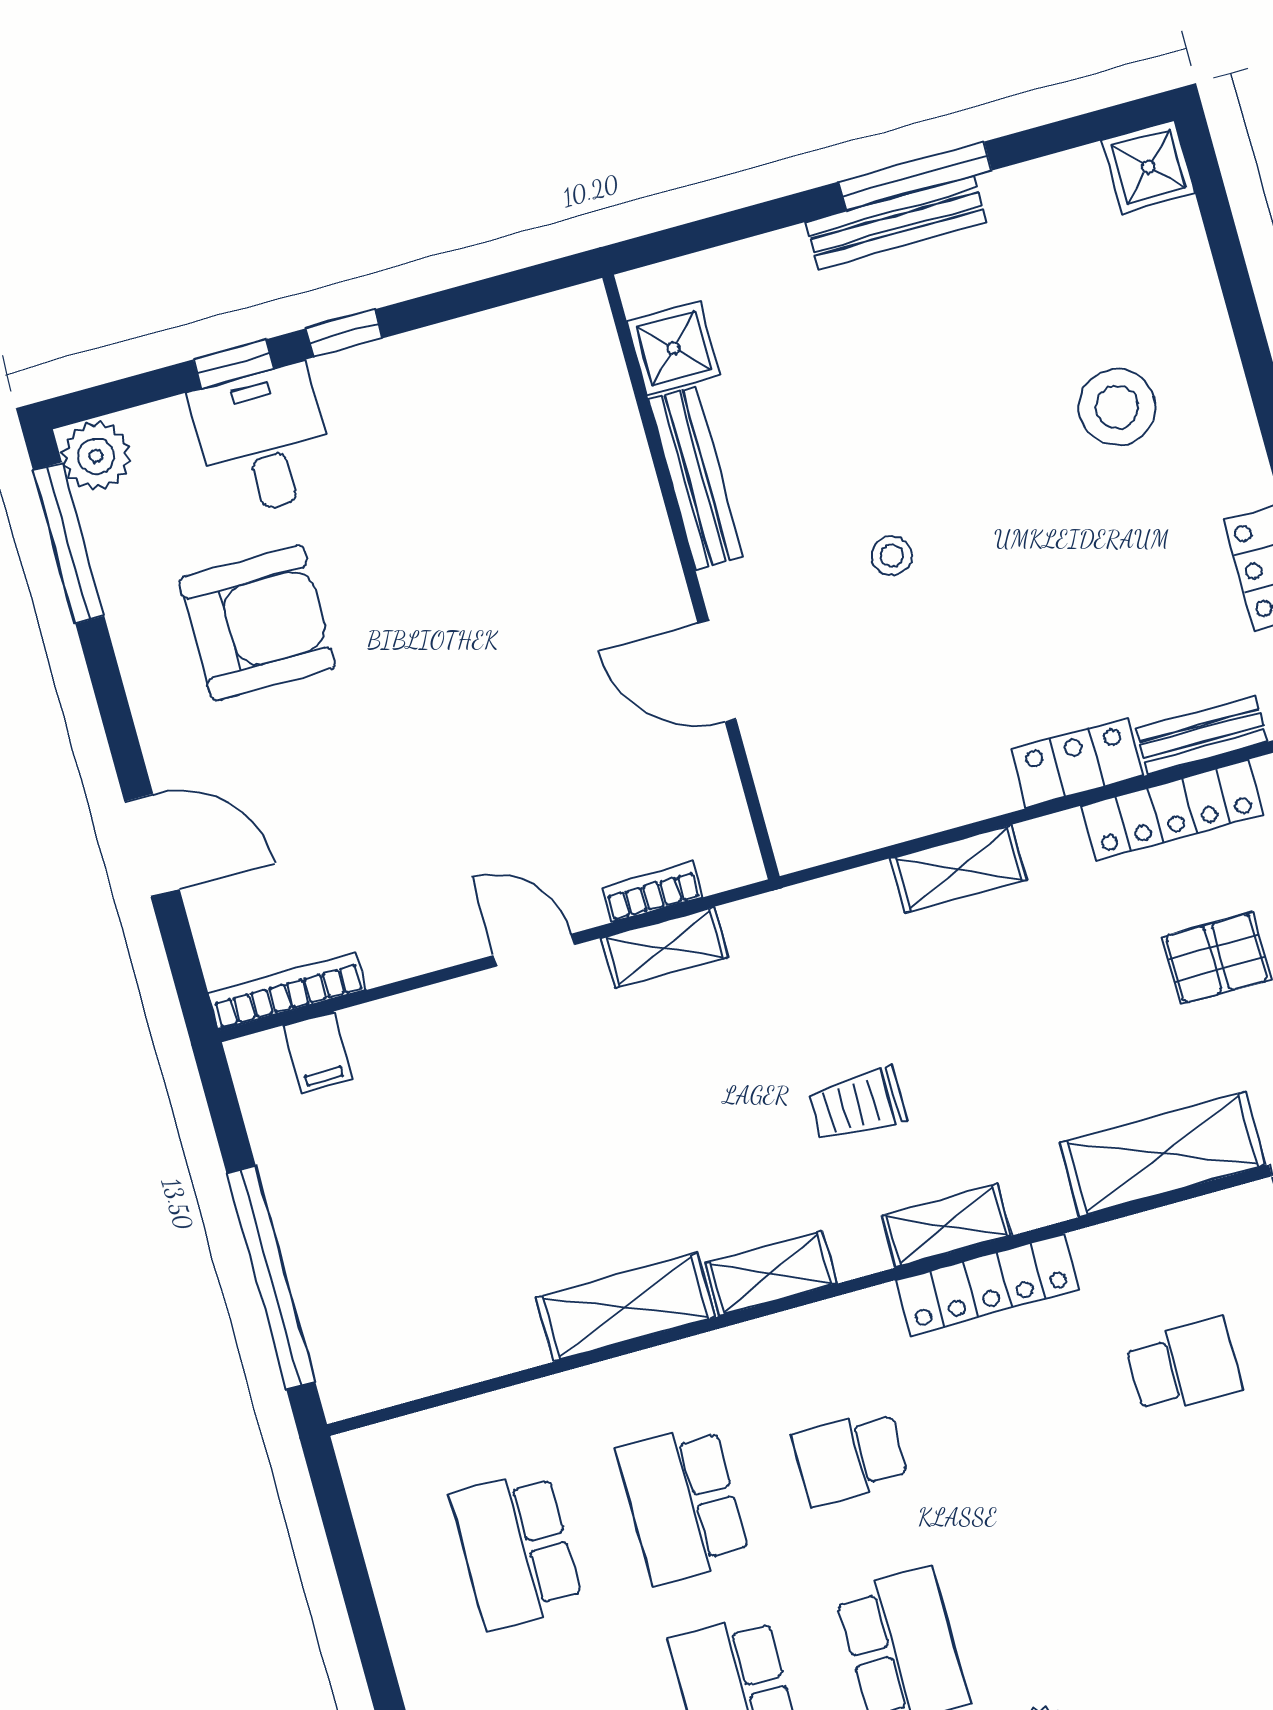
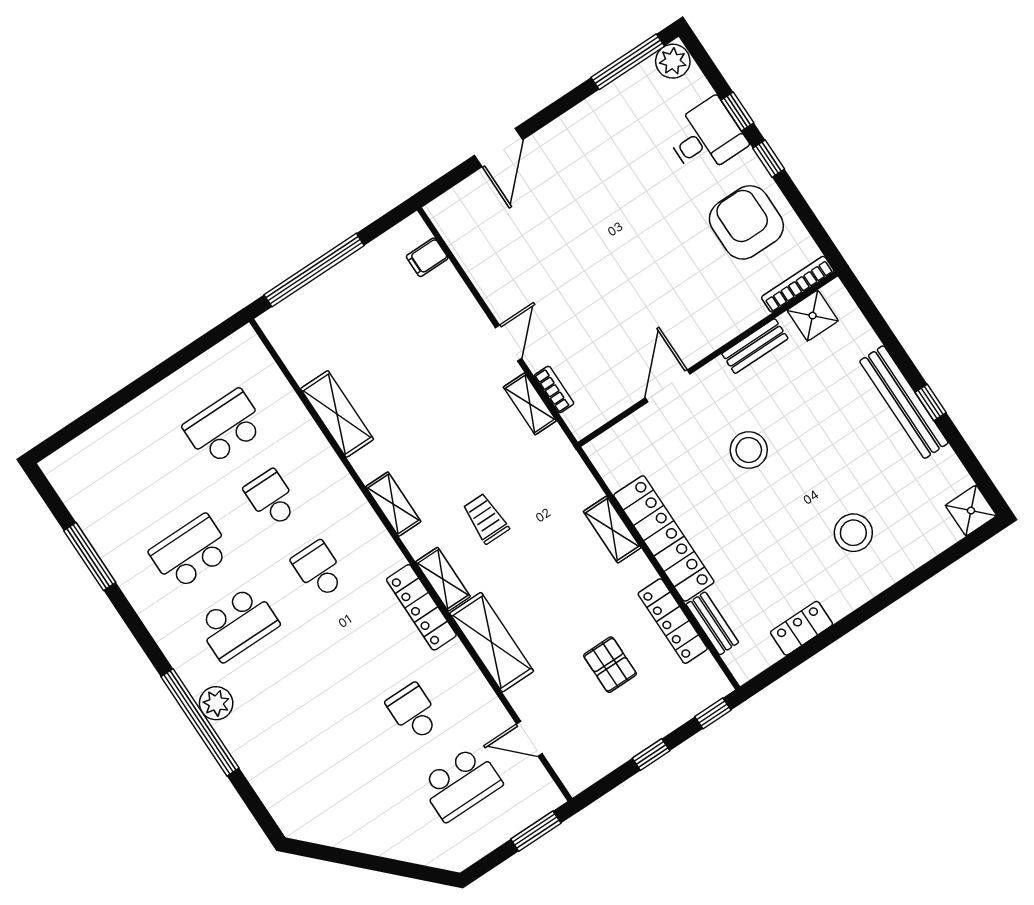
window: (915, 176) -> (931, 402), width x0.46
bench: (896, 222) -> (904, 402), width x1.37, depth x1.21
bench: (696, 478) -> (755, 346), width x0.73
stool: (892, 556) -> (749, 450), width x1.89, depth x1.89
armchair: (257, 623) -> (746, 222), moved, turned 180
locker: (1077, 762) -> (664, 538), width x2.16, depth x1.21
bookcase: (287, 991) -> (798, 284), moved, turned -90
shelving: (1163, 1154) -> (492, 642), moved
shelving: (625, 1307) -> (337, 414), moved
school desk: (1184, 1366) -> (414, 712), turned 180
school desk: (683, 1504) -> (272, 498), width x0.54

